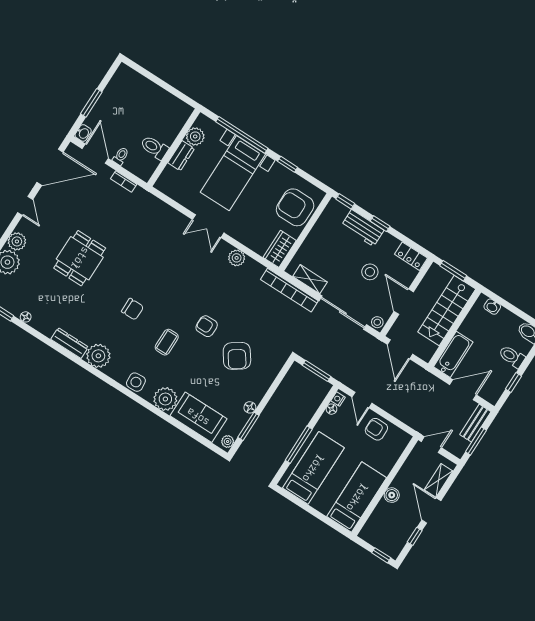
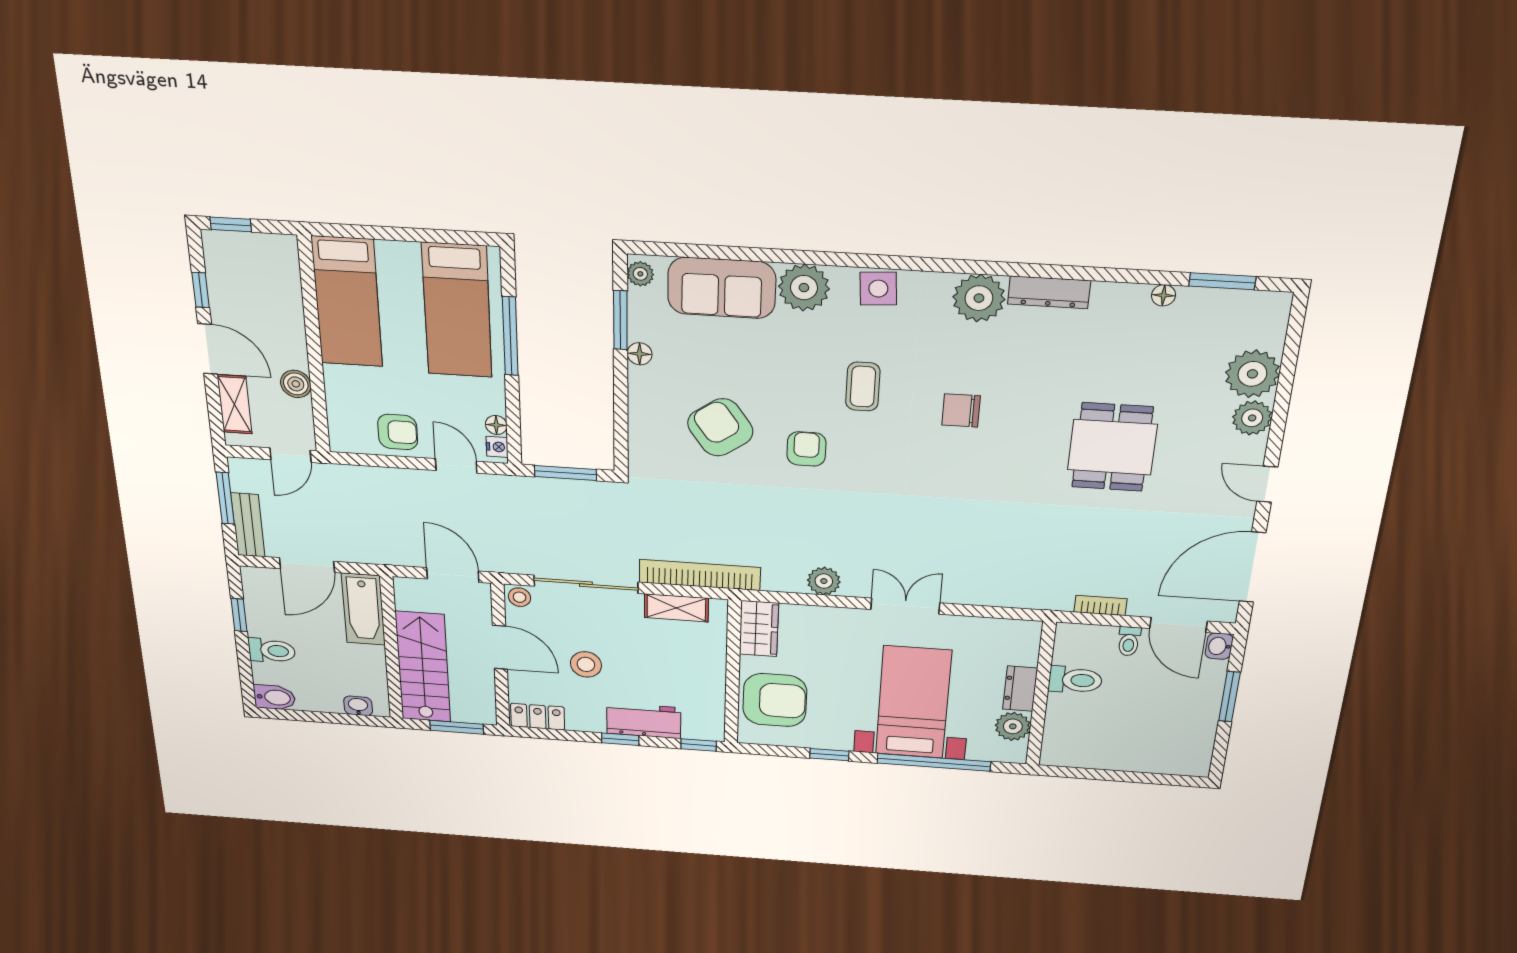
armchair: (207, 326) -> (806, 449), turned -90
boiler: (392, 495) -> (296, 384), moved

